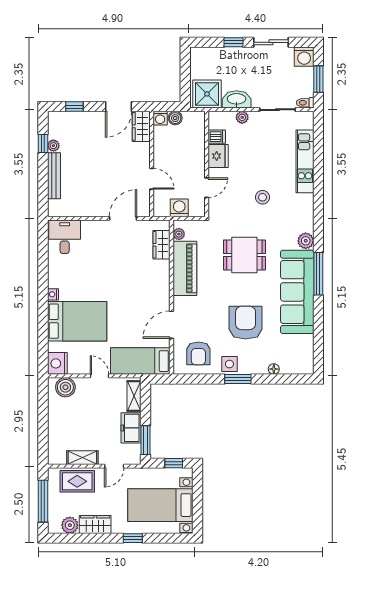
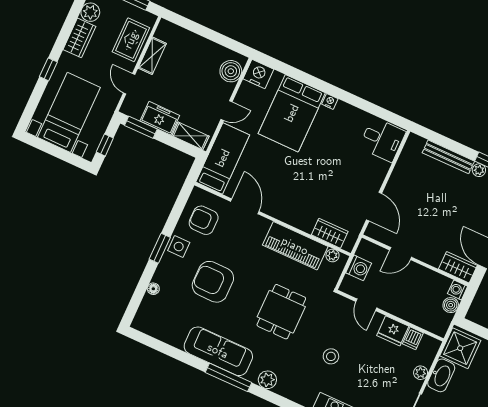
sofa: (297, 292) -> (218, 351), width x0.74, depth x0.79
armchair: (246, 323) -> (213, 282), turned 180

